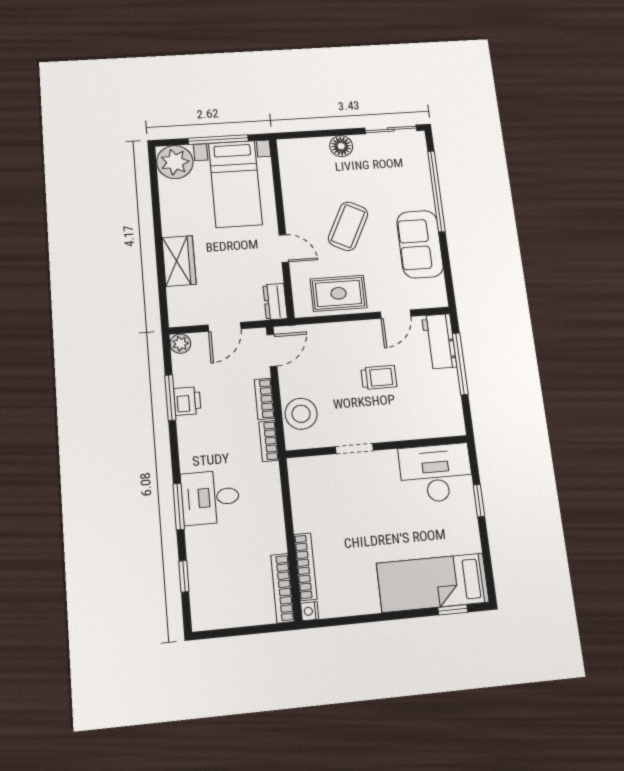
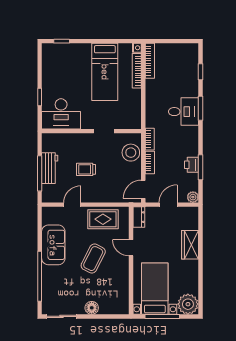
workbench: (439, 341) -> (50, 168), moved
bed: (433, 583) -> (105, 72), moved, turned 90

